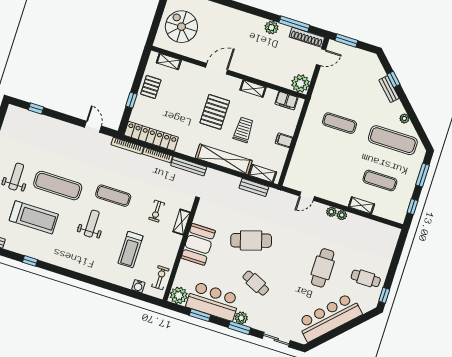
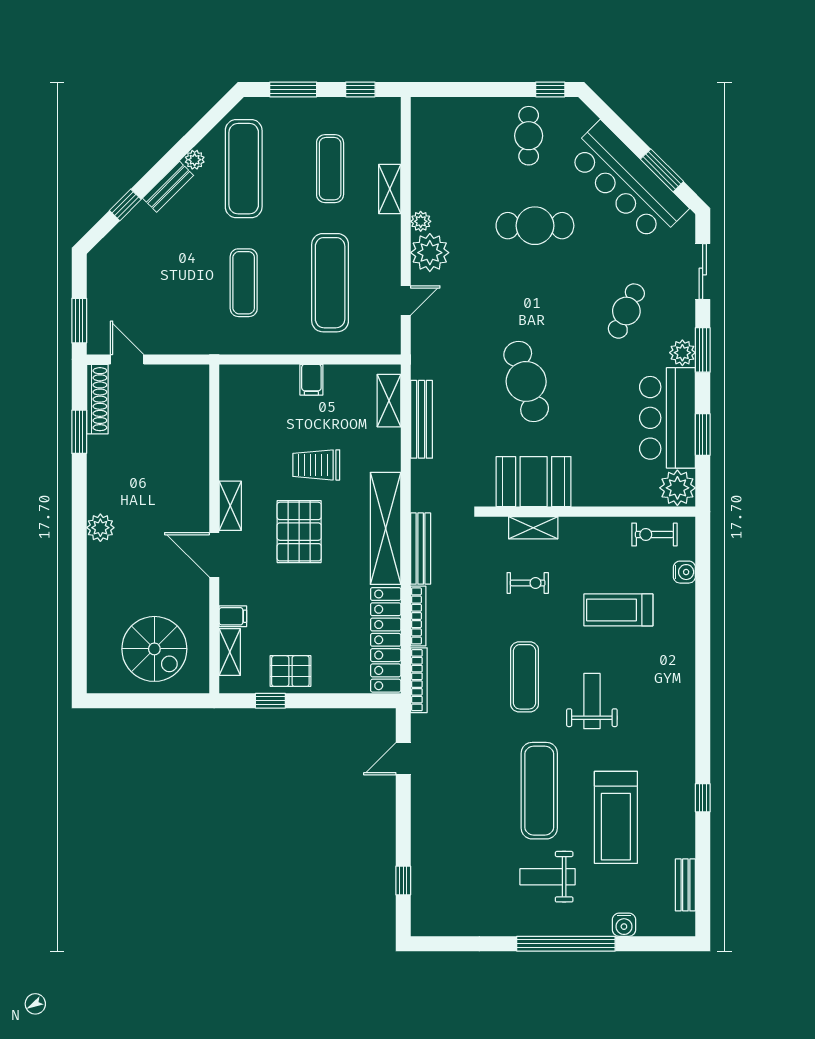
window: (294, 24) -> (79, 432), width x0.69
spiral stairs: (181, 27) -> (154, 649), turned -90
plant: (271, 28) -> (100, 528), moved
plant: (300, 83) -> (191, 383), removed
shelving: (253, 89) -> (230, 506), moved
bench: (389, 89) -> (168, 187), moved
window: (131, 100) -> (270, 701), moved
filing cabinet: (286, 101) -> (233, 616), moved, width x0.50
pallet: (215, 112) -> (299, 532), turned 90
shelving: (224, 159) -> (386, 528), moved
exercise mat: (327, 164) -> (330, 283), added
bench: (254, 187) -> (421, 419), width x1.36
door: (307, 196) -> (406, 300), hinge flipped
plant: (331, 212) -> (430, 253), width x1.88, depth x1.88
treadmill: (34, 217) -> (616, 817), turned 180
weight bench: (92, 224) -> (592, 701), turned 90
booth: (198, 244) -> (534, 482), moved
treadmill: (130, 250) -> (618, 610), turned 180
cafe table: (256, 283) -> (626, 311), moved
window: (330, 336) -> (662, 170), added

